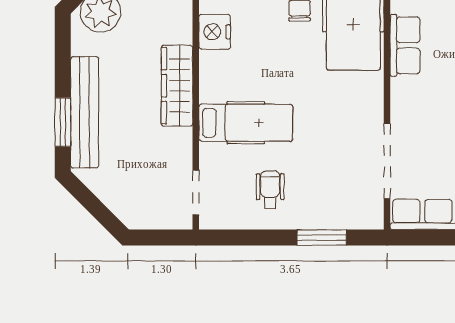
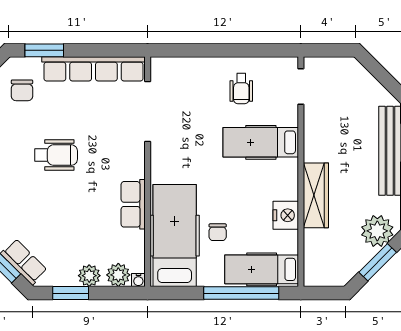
wardrobe: (177, 86) -> (316, 195), moved
window: (322, 237) -> (200, 50), removed

